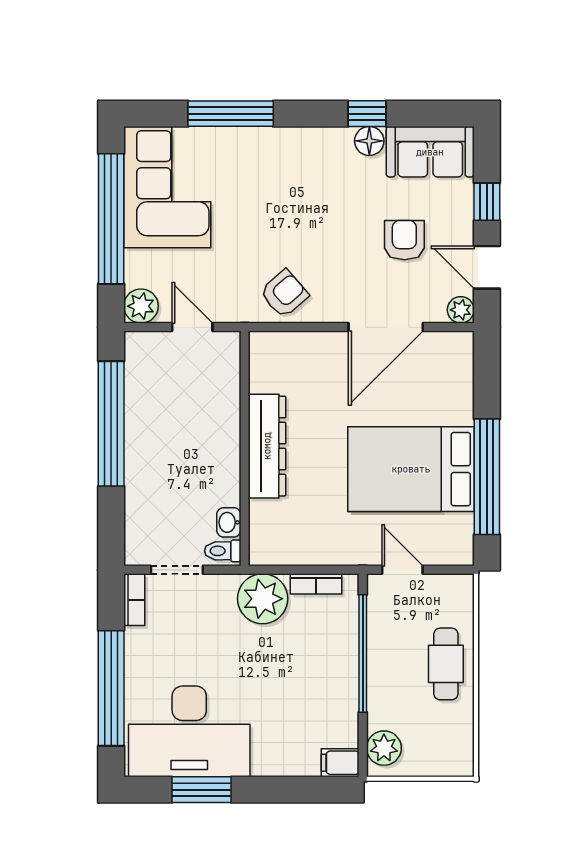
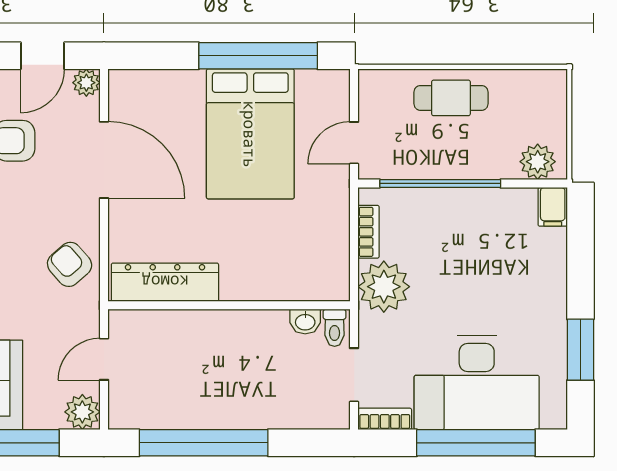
dresser: (267, 446) -> (165, 282), moved
desk: (189, 731) -> (477, 383), moved, turned 90

